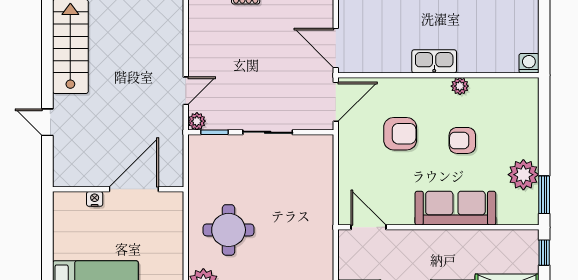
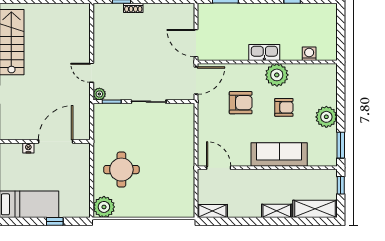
washing machine: (529, 63) -> (309, 54), moved
plant: (460, 86) -> (277, 75), width x1.88, depth x1.88
door: (186, 91) -> (92, 73), swing flipped
armchair: (462, 140) -> (284, 107), turned 180
plant: (523, 175) -> (326, 117), moved

